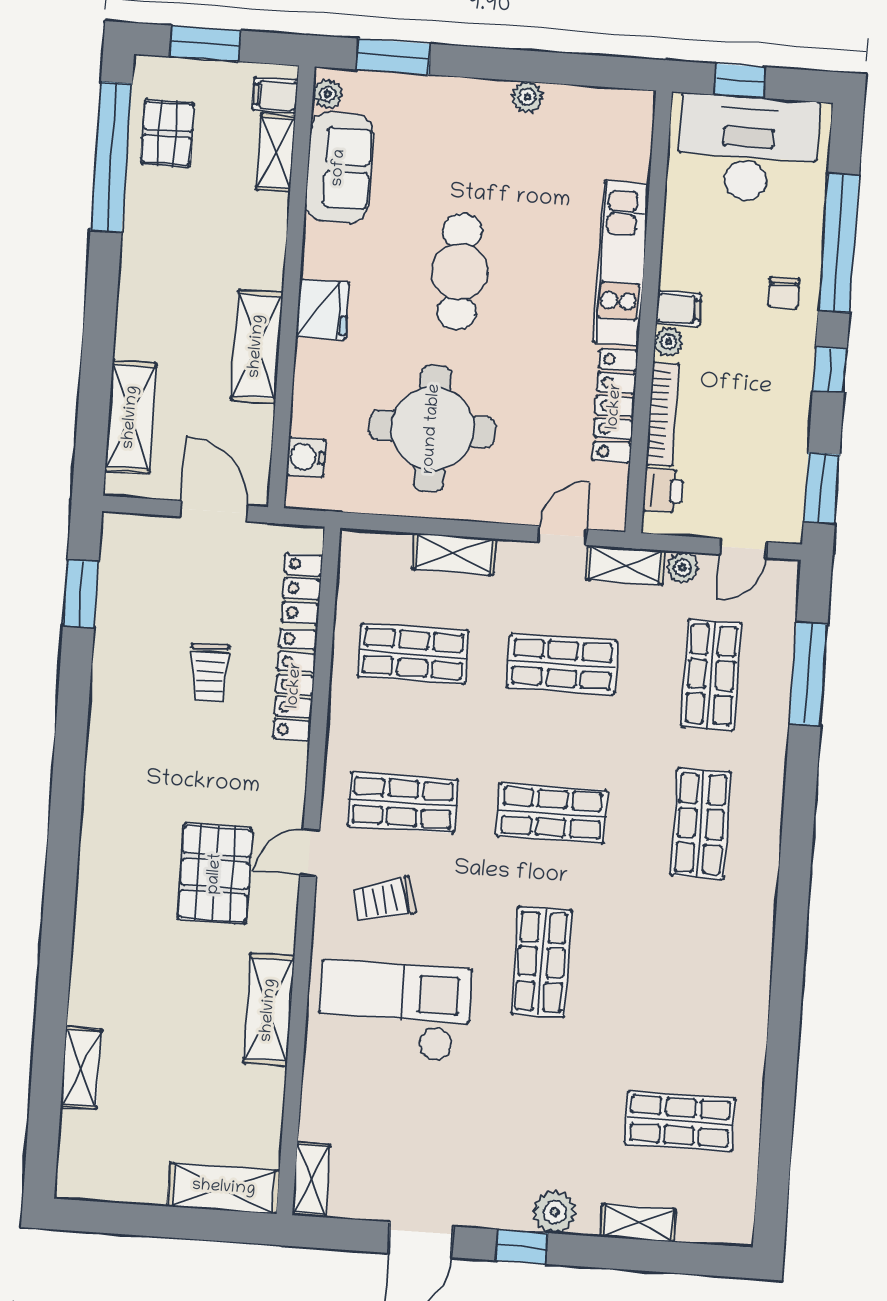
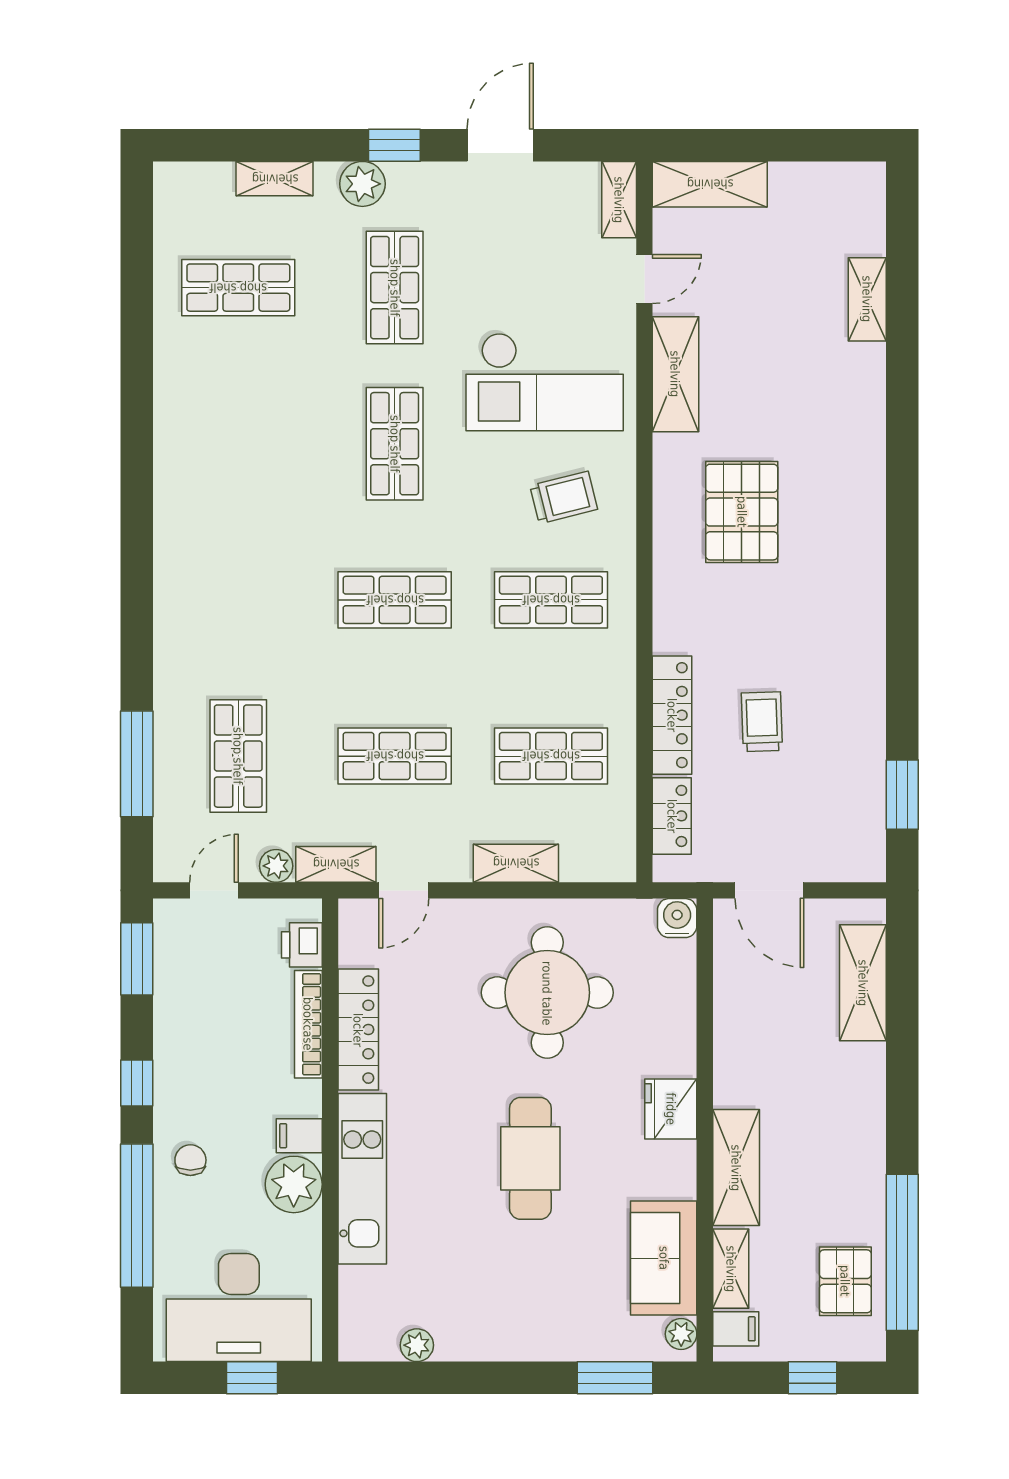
window: (205, 43) -> (812, 1378), width x0.67
plant: (527, 97) -> (417, 1345), moved
plant: (669, 342) -> (294, 1184), moved, width x1.88, depth x1.88
shelving: (257, 346) -> (736, 1168), moved
water cooler: (306, 457) -> (677, 918), moved, turned -90
shop shelf: (701, 824) -> (395, 288), moved
door: (310, 852) -> (644, 279), moved

